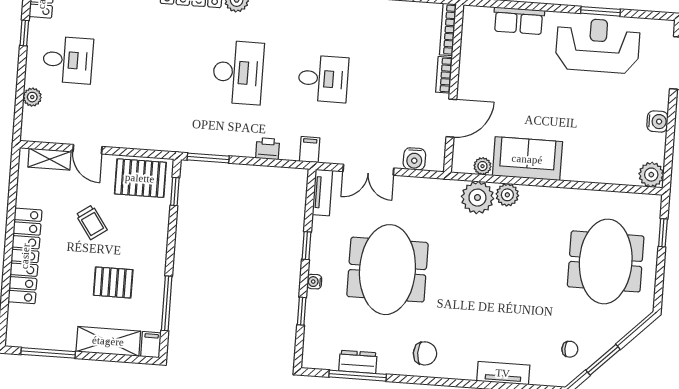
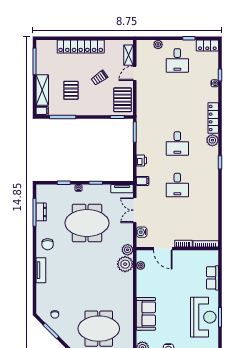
desk: (238, 72) -> (177, 143), width x0.73
sofa: (527, 159) -> (146, 314), moved
plant: (507, 195) -> (128, 250), moved
tv unit: (503, 373) -> (41, 270), moved

